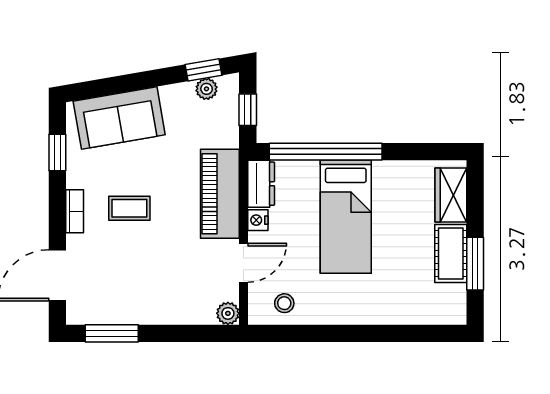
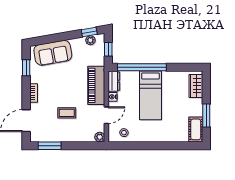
coffee table: (129, 208) -> (67, 113), moved
cot: (451, 253) -> (196, 129), moved

